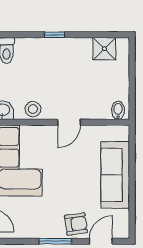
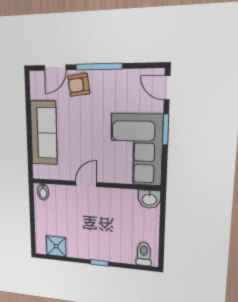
stool: (33, 109) -> (120, 198), removed
window: (55, 241) -> (99, 67), width x1.44

